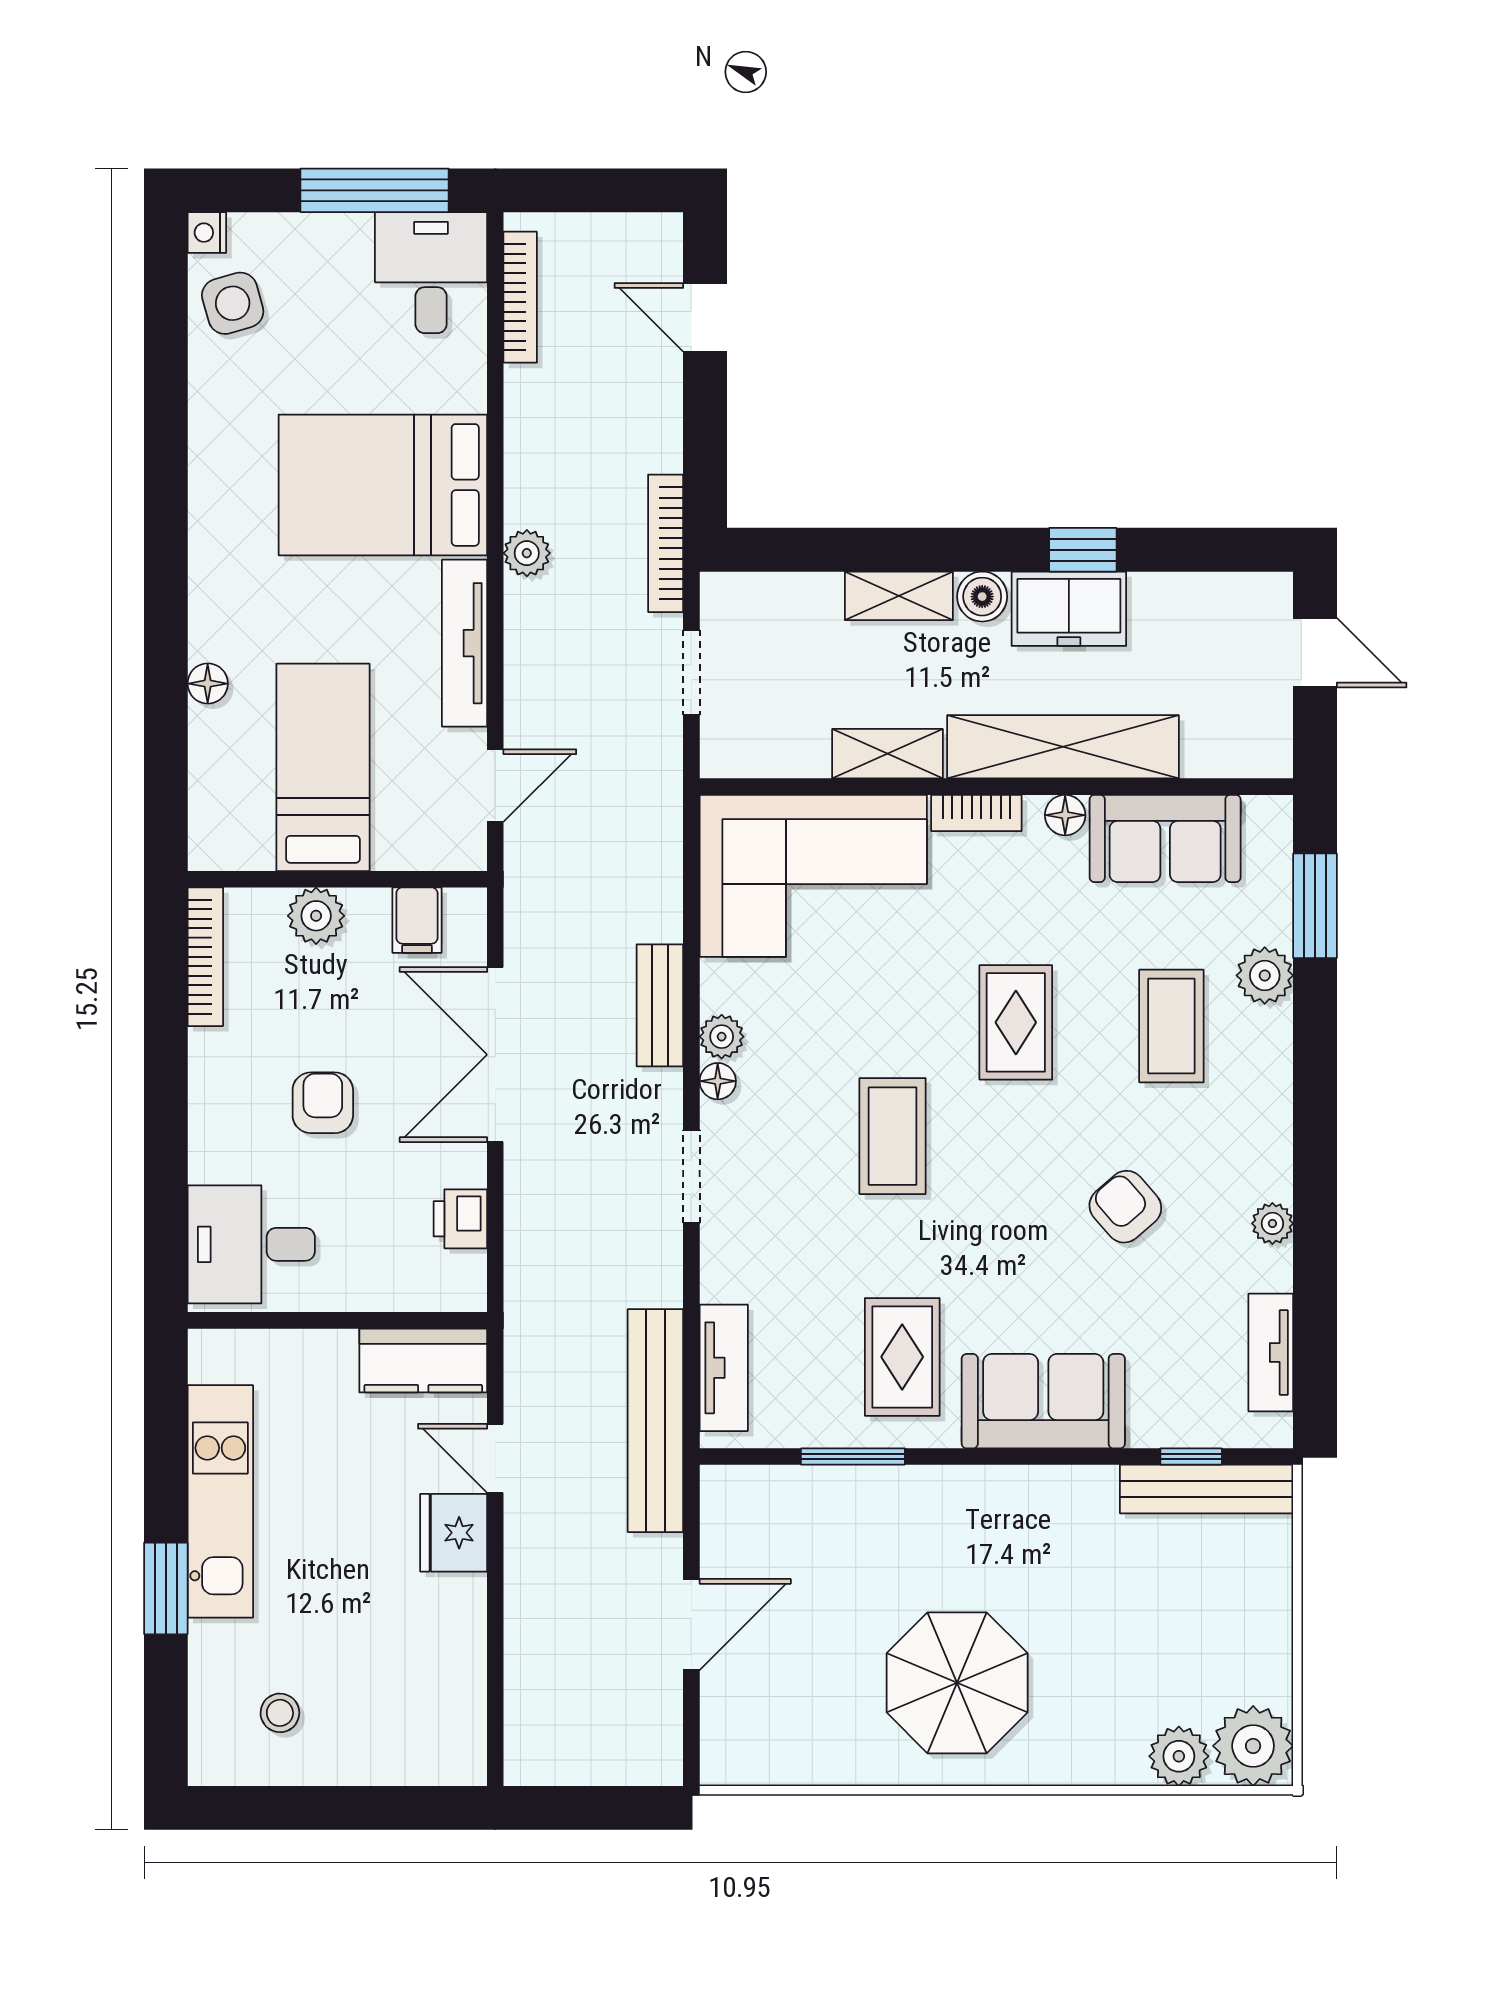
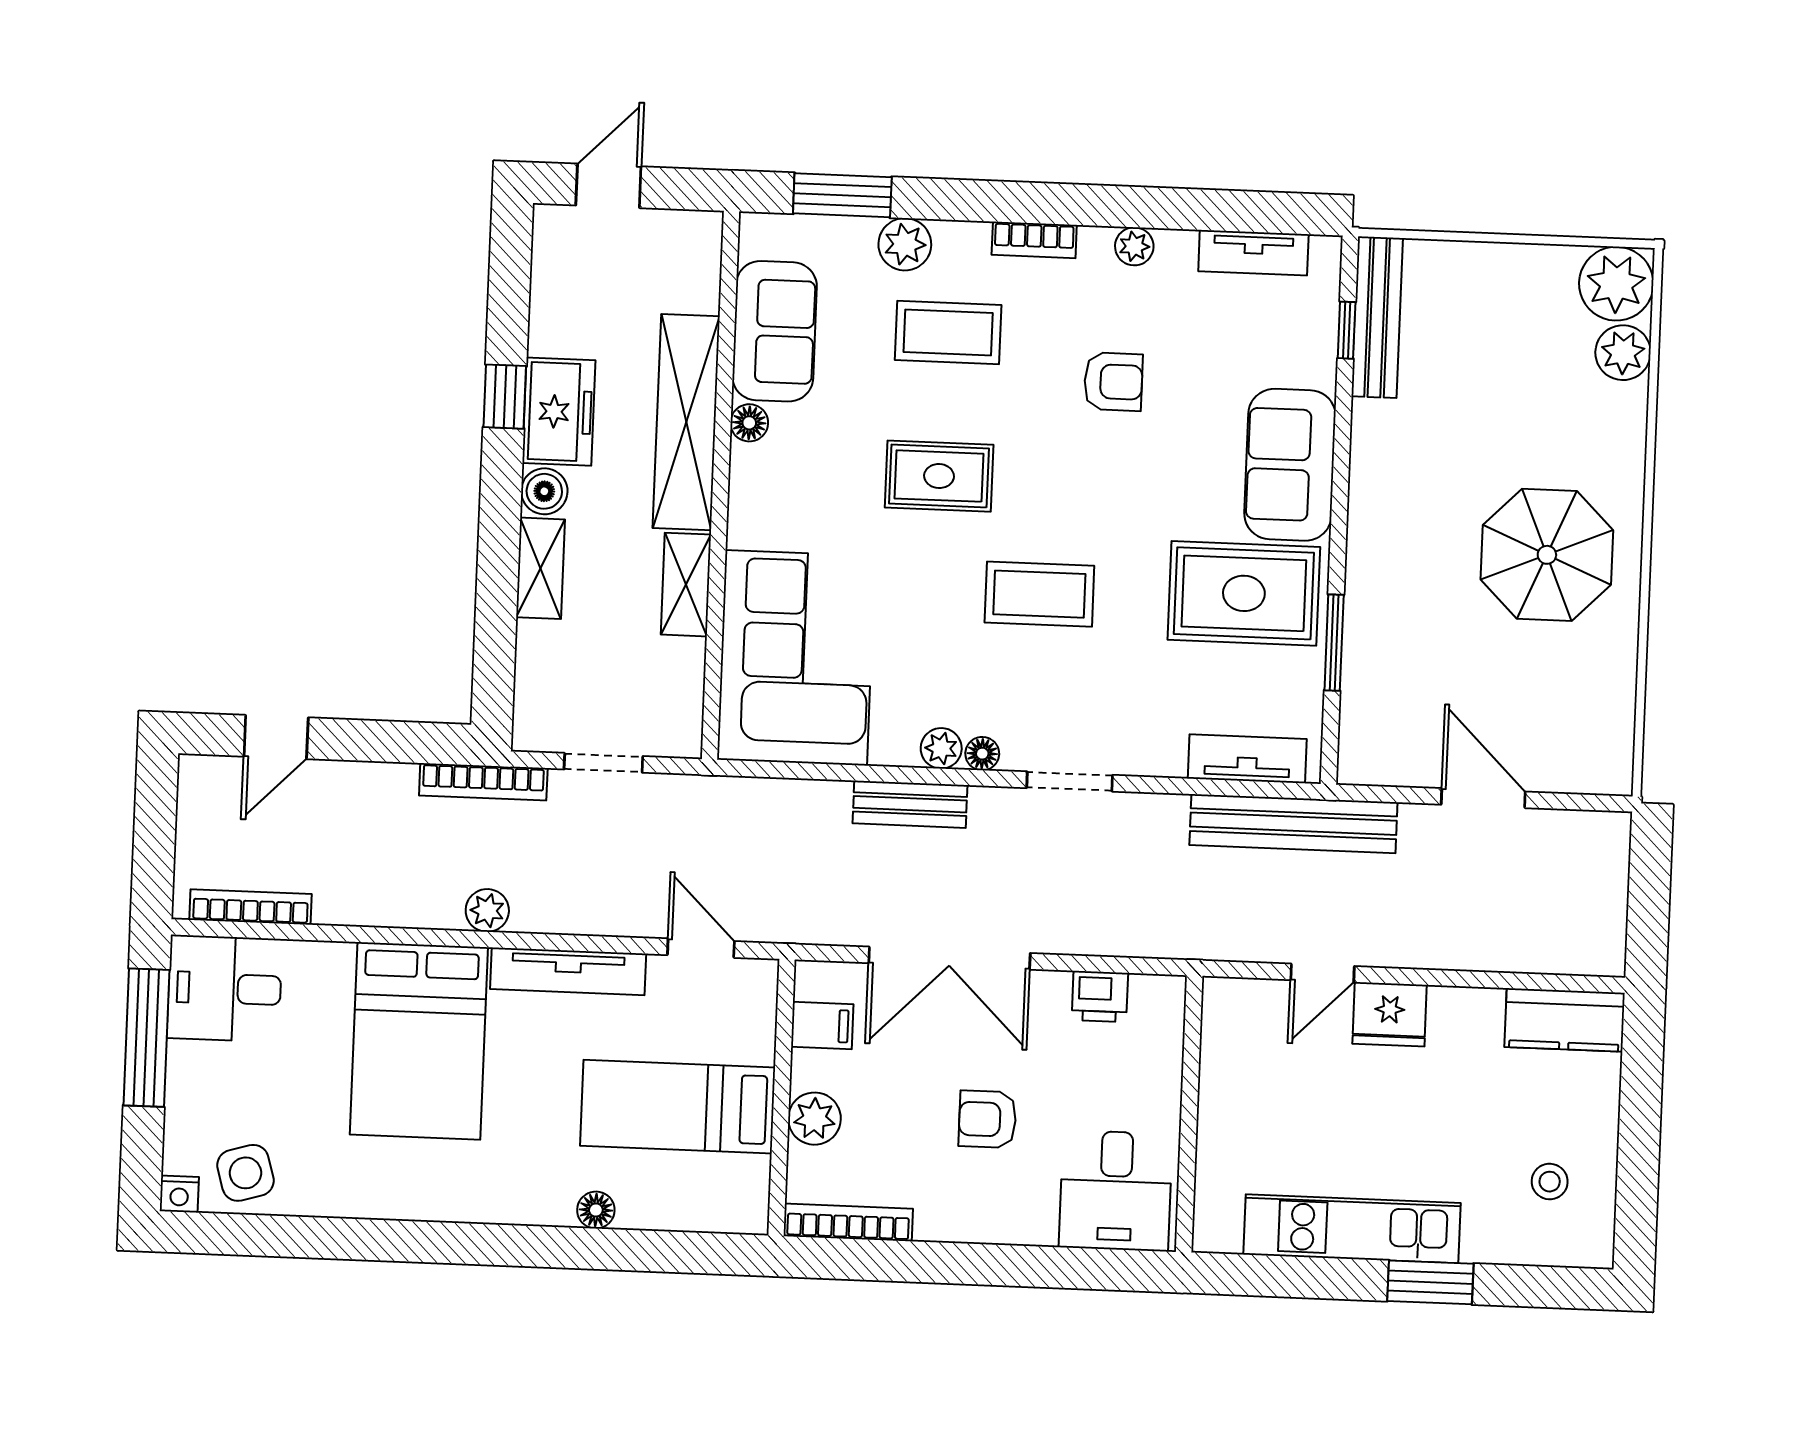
bookcase: (976, 813) -> (1034, 240), moved, turned 90
armchair: (1125, 1207) -> (1113, 382), turned -139
rug: (902, 1357) -> (1244, 593), width x1.36, depth x1.43
kitchen counter: (423, 1360) -> (1565, 1020), moved, turned 90

